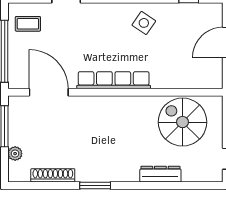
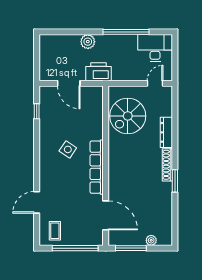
side table: (144, 23) -> (68, 149), moved
door: (49, 92) -> (106, 215), swing flipped
shoe rack: (53, 175) -> (167, 165), moved

